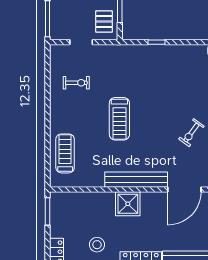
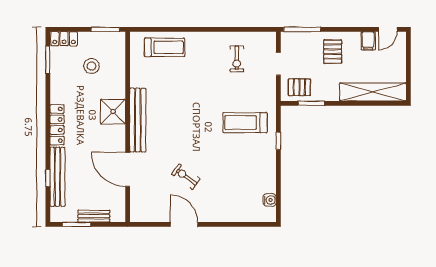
treadmill: (119, 119) -> (245, 123), moved
stool: (97, 245) -> (91, 66), moved

